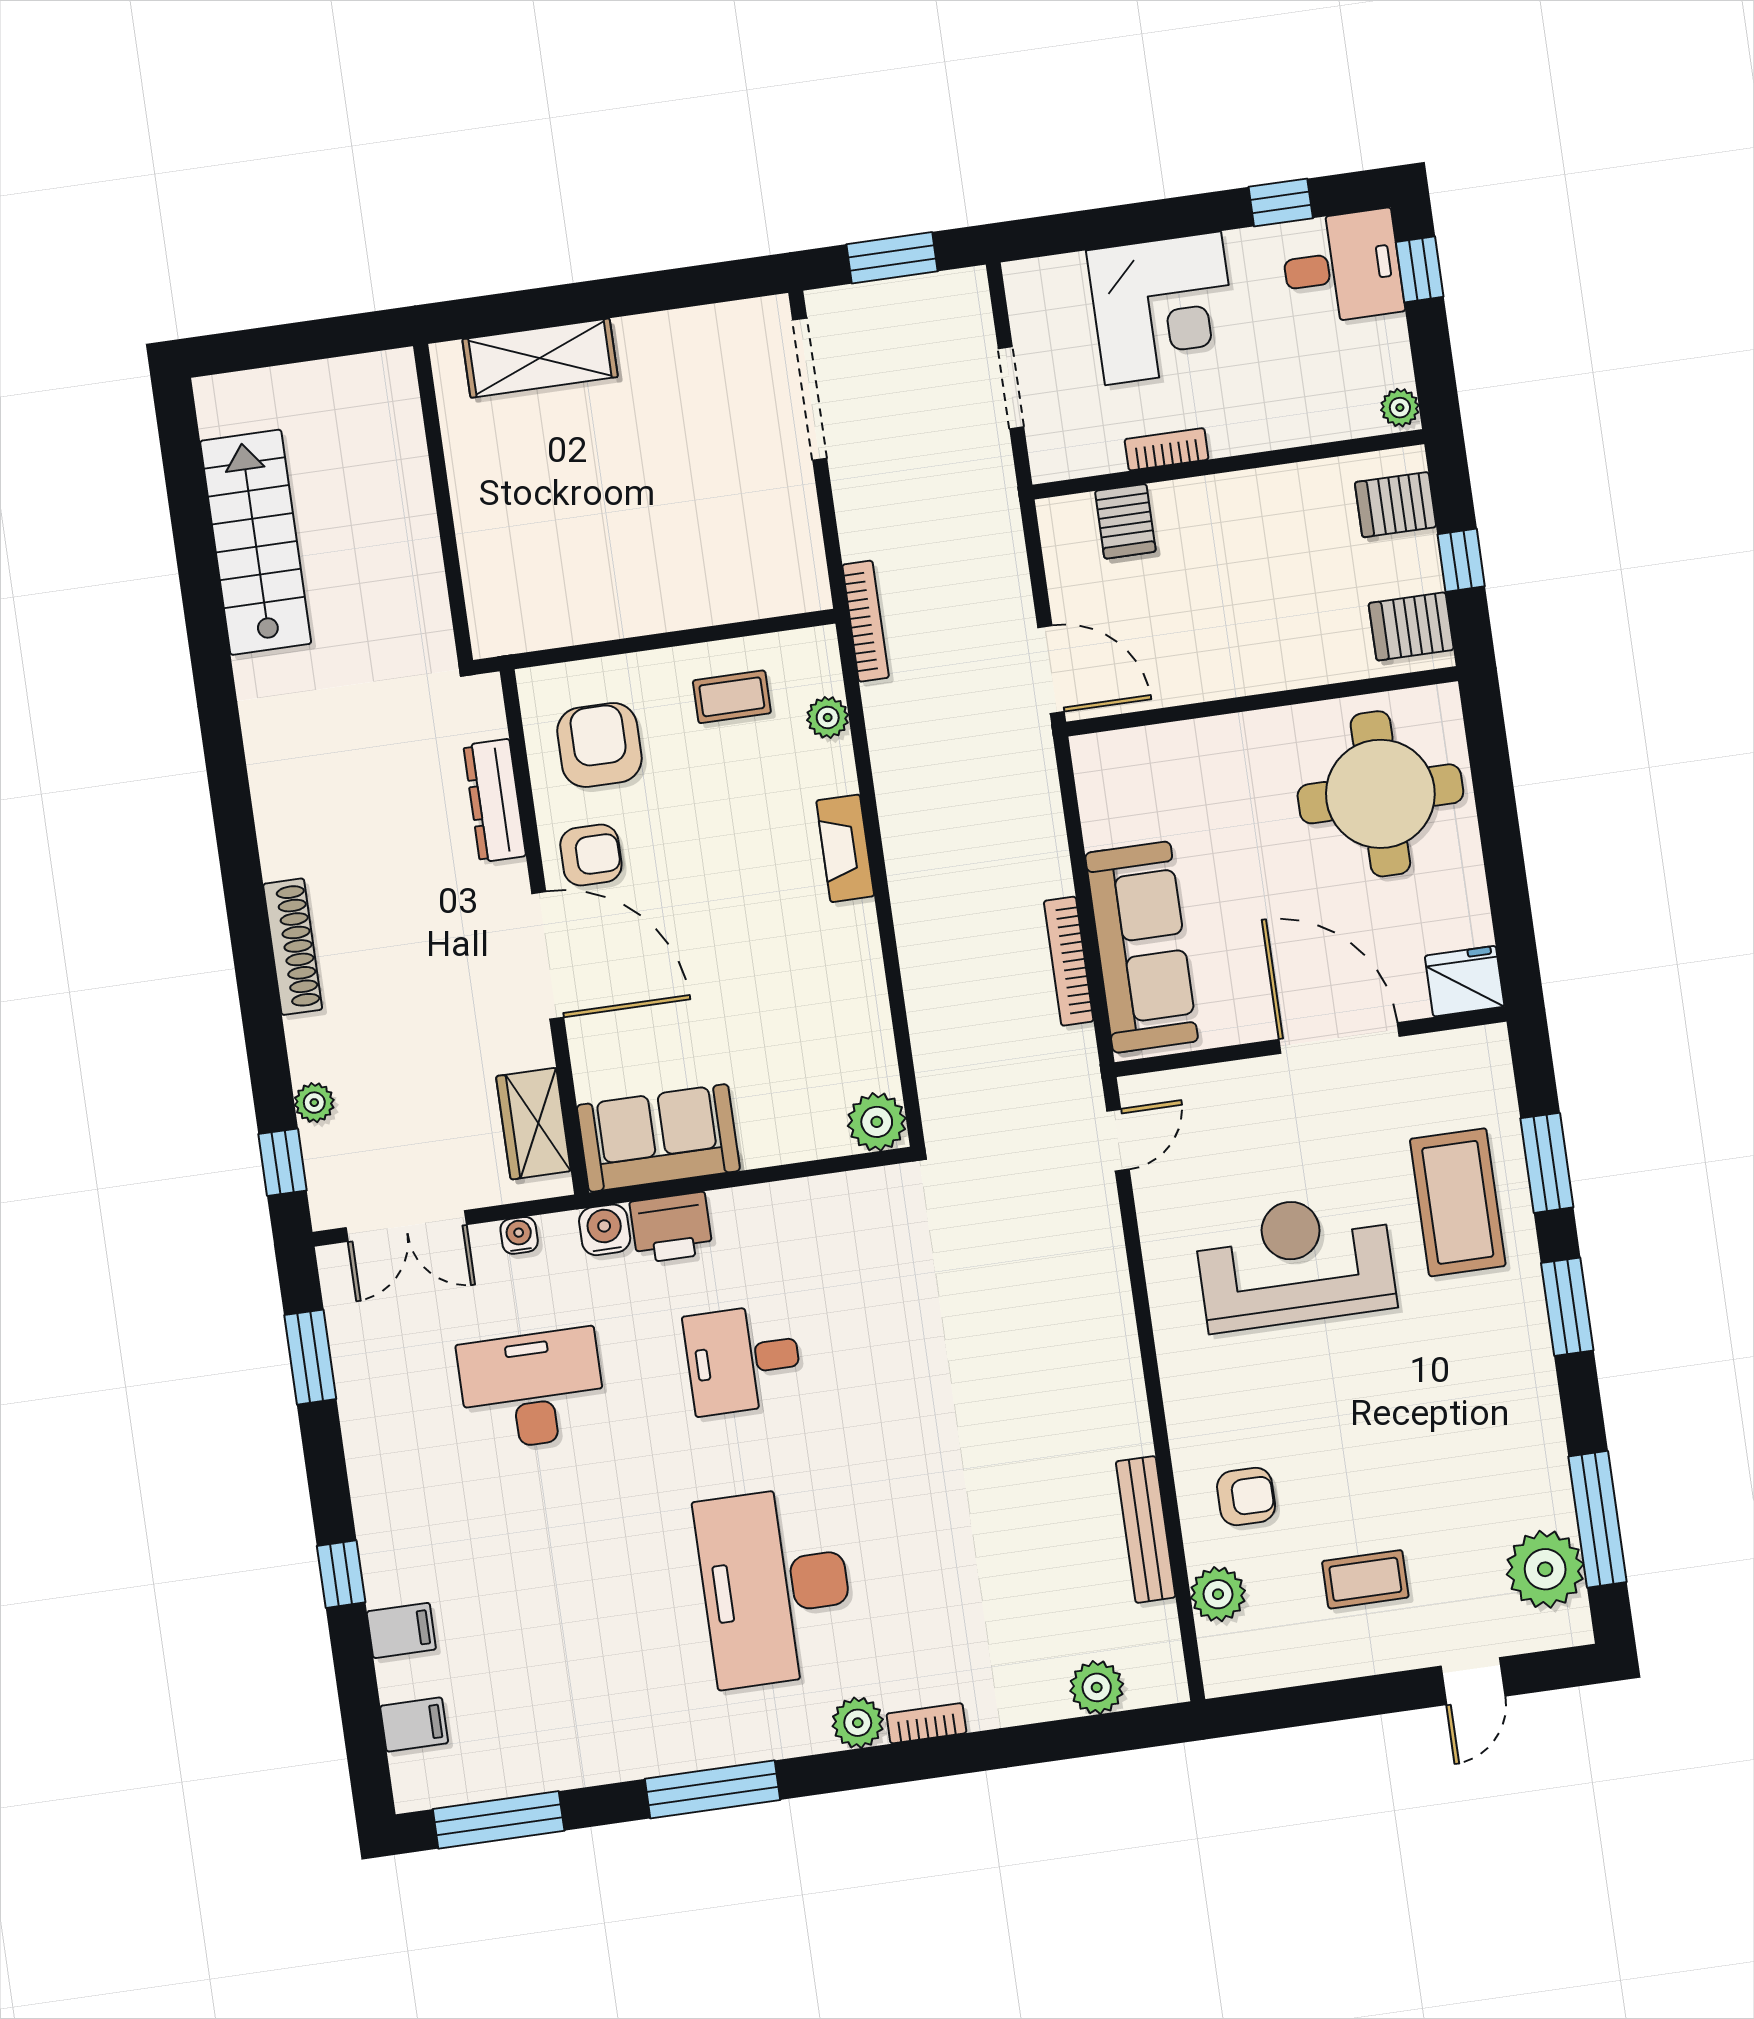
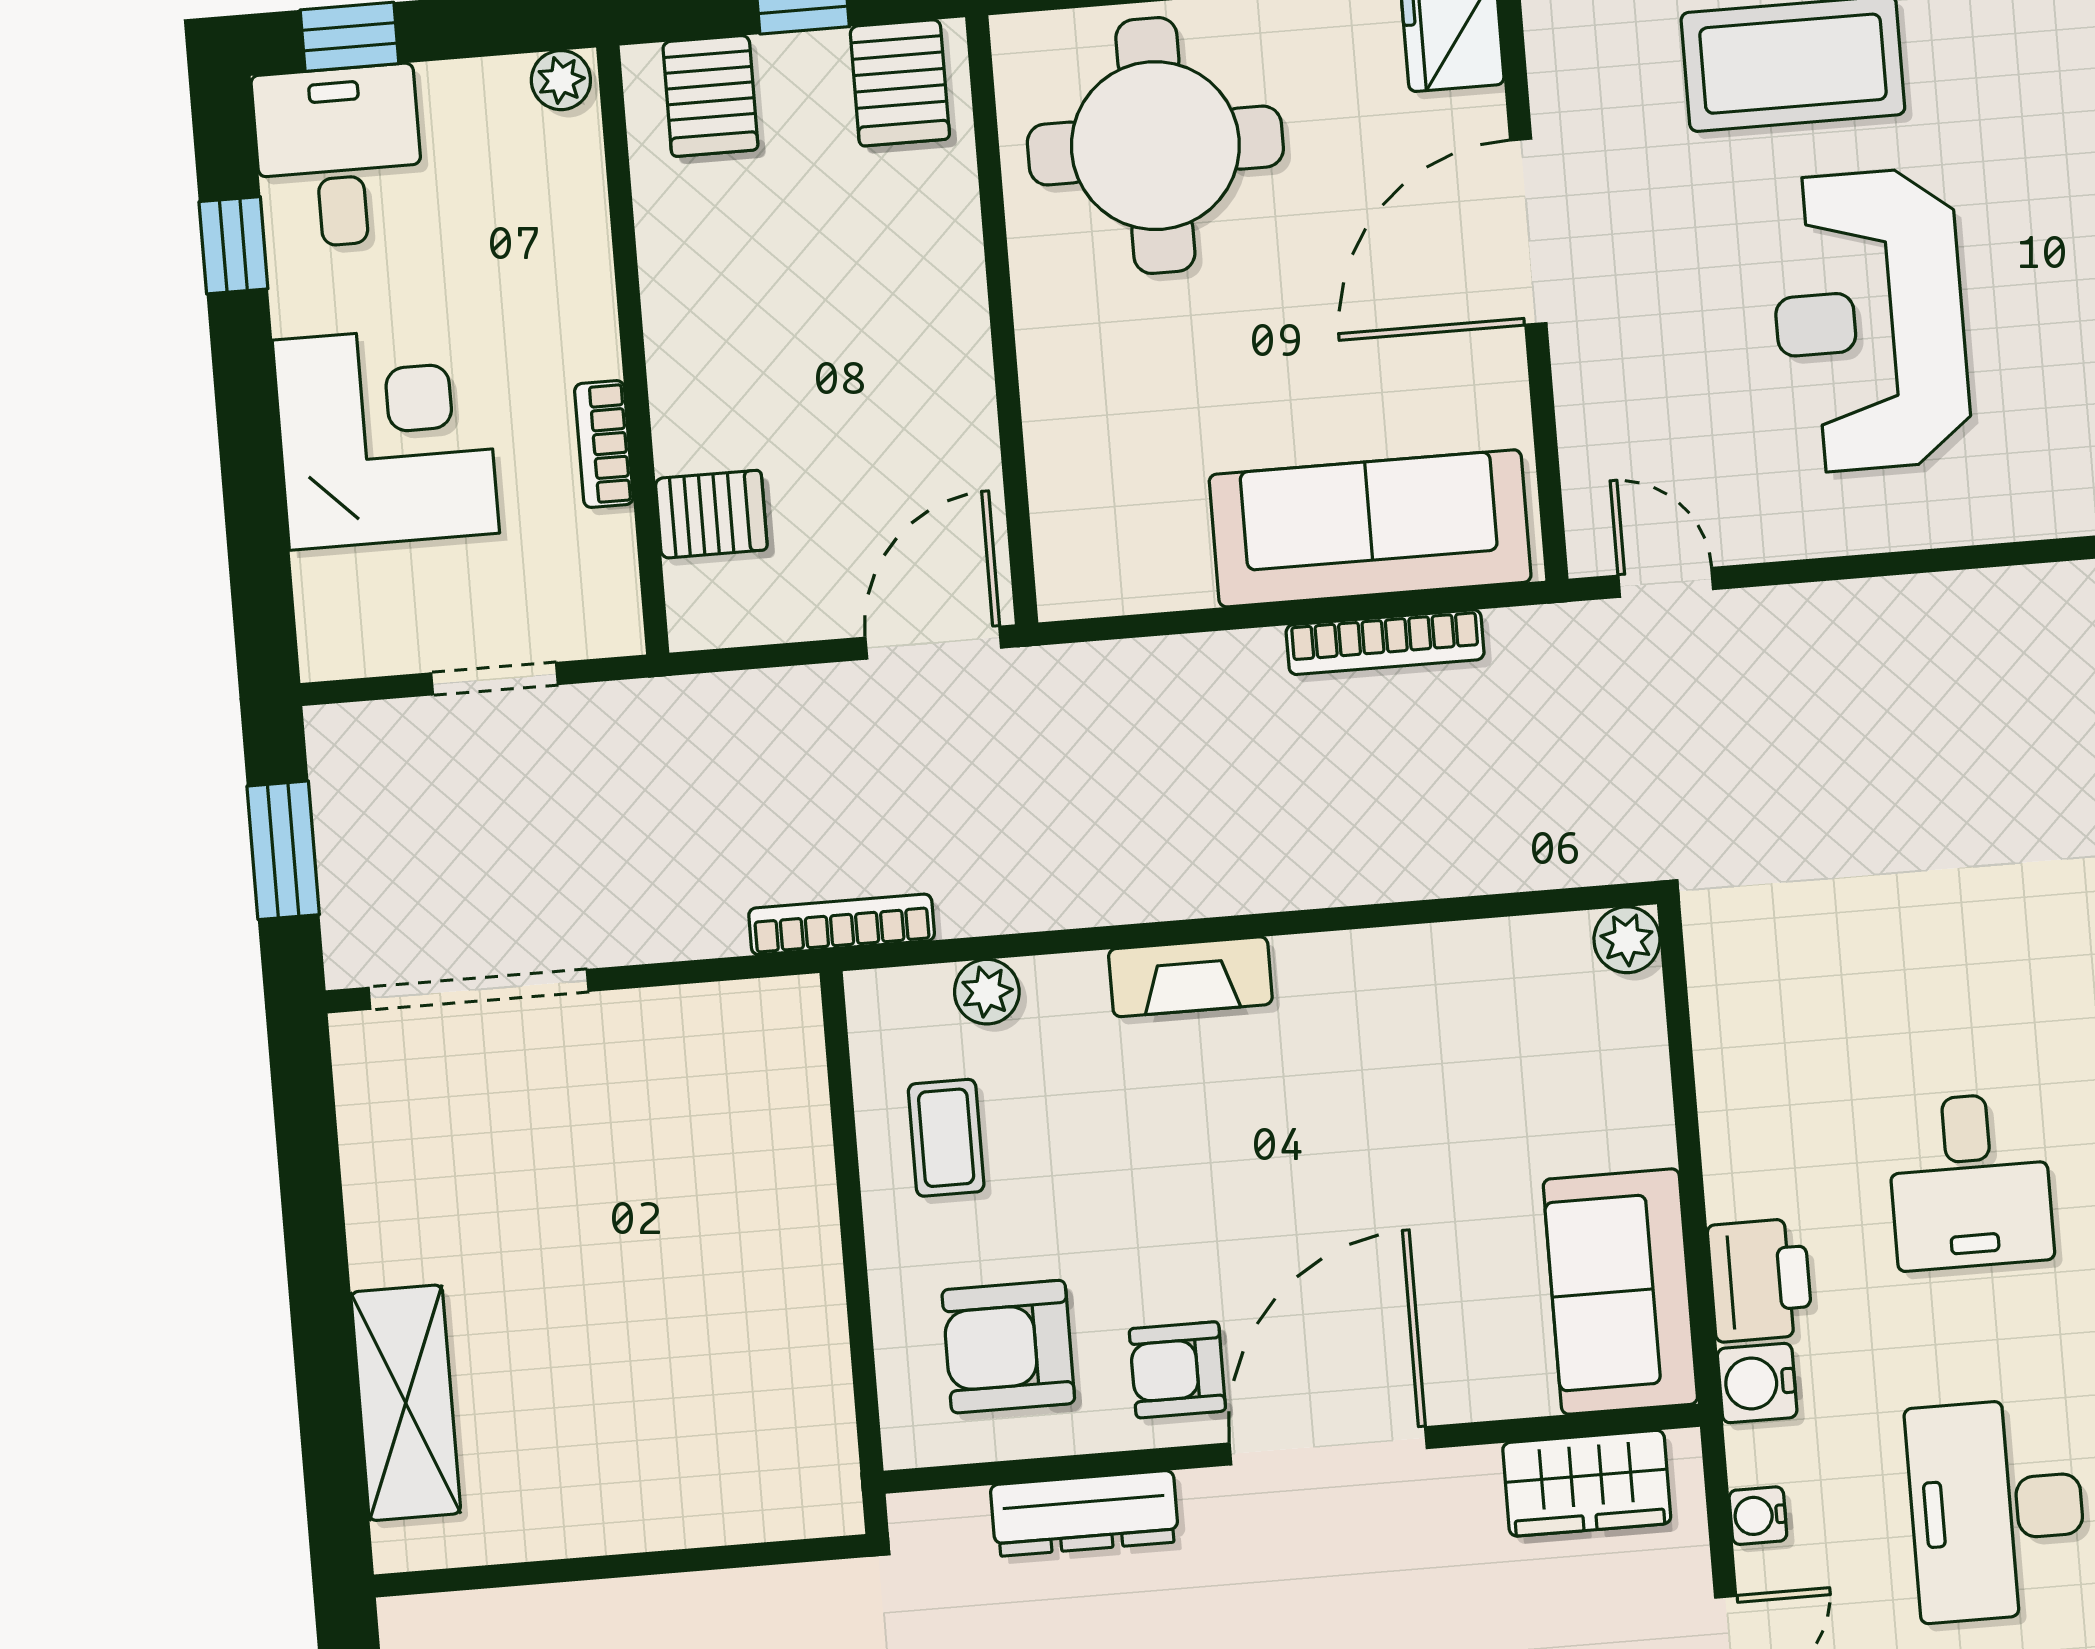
armchair: (591, 855) -> (1177, 1370), turned -90
plant: (877, 1122) -> (1627, 940), width x0.73, depth x0.73

